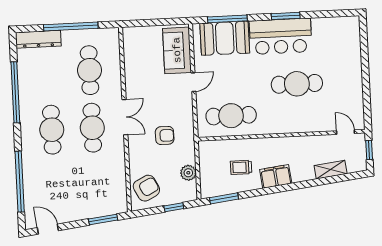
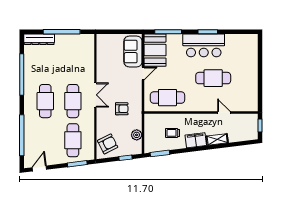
booth: (225, 38) -> (155, 50), moved, turned 90
cafe table: (89, 70) -> (73, 140), moved
door: (346, 132) -> (224, 112), moved
shelving: (331, 170) -> (217, 139), moved
door: (48, 229) -> (39, 168), hinge flipped

